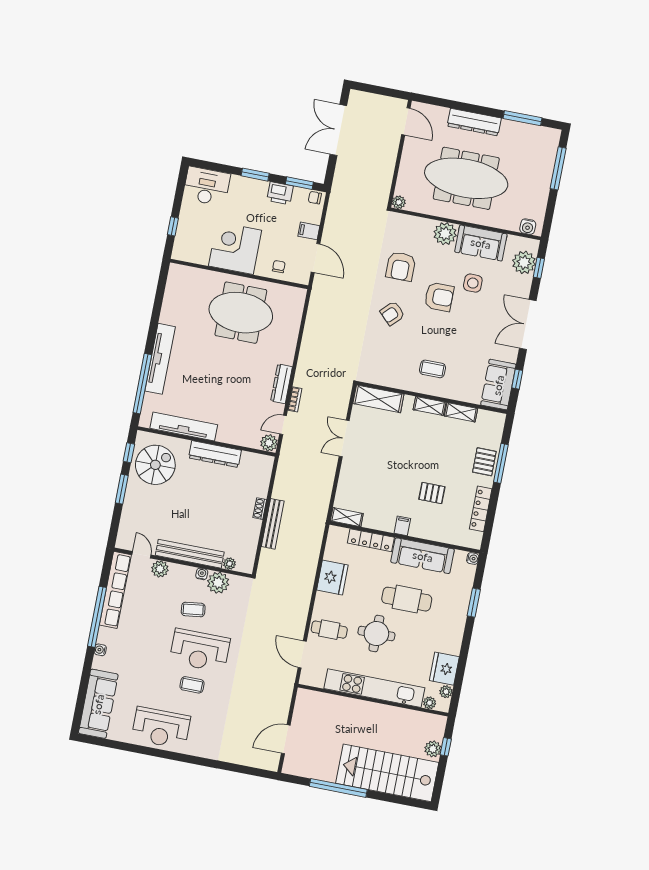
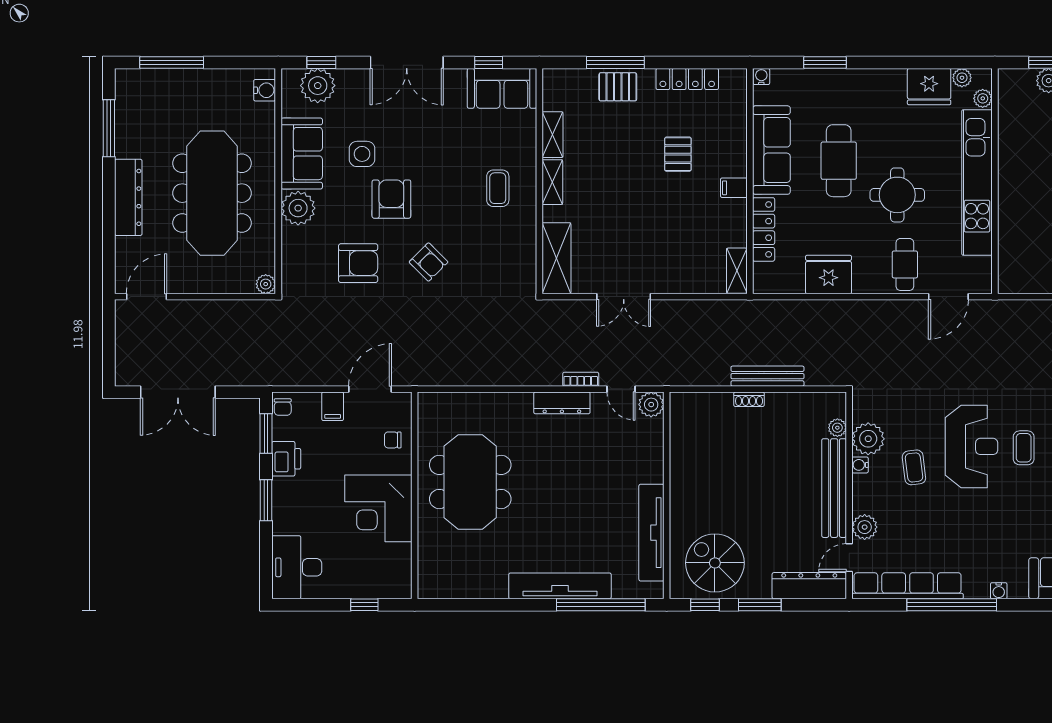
dresser: (215, 454) -> (809, 586), moved, turned -90

